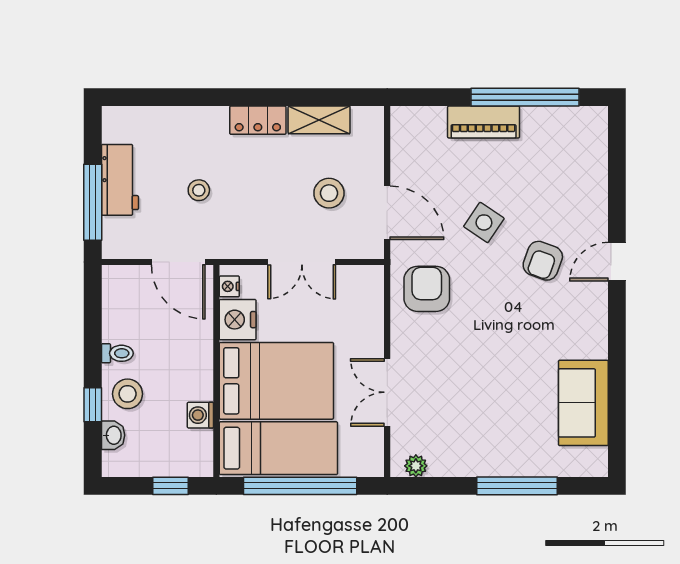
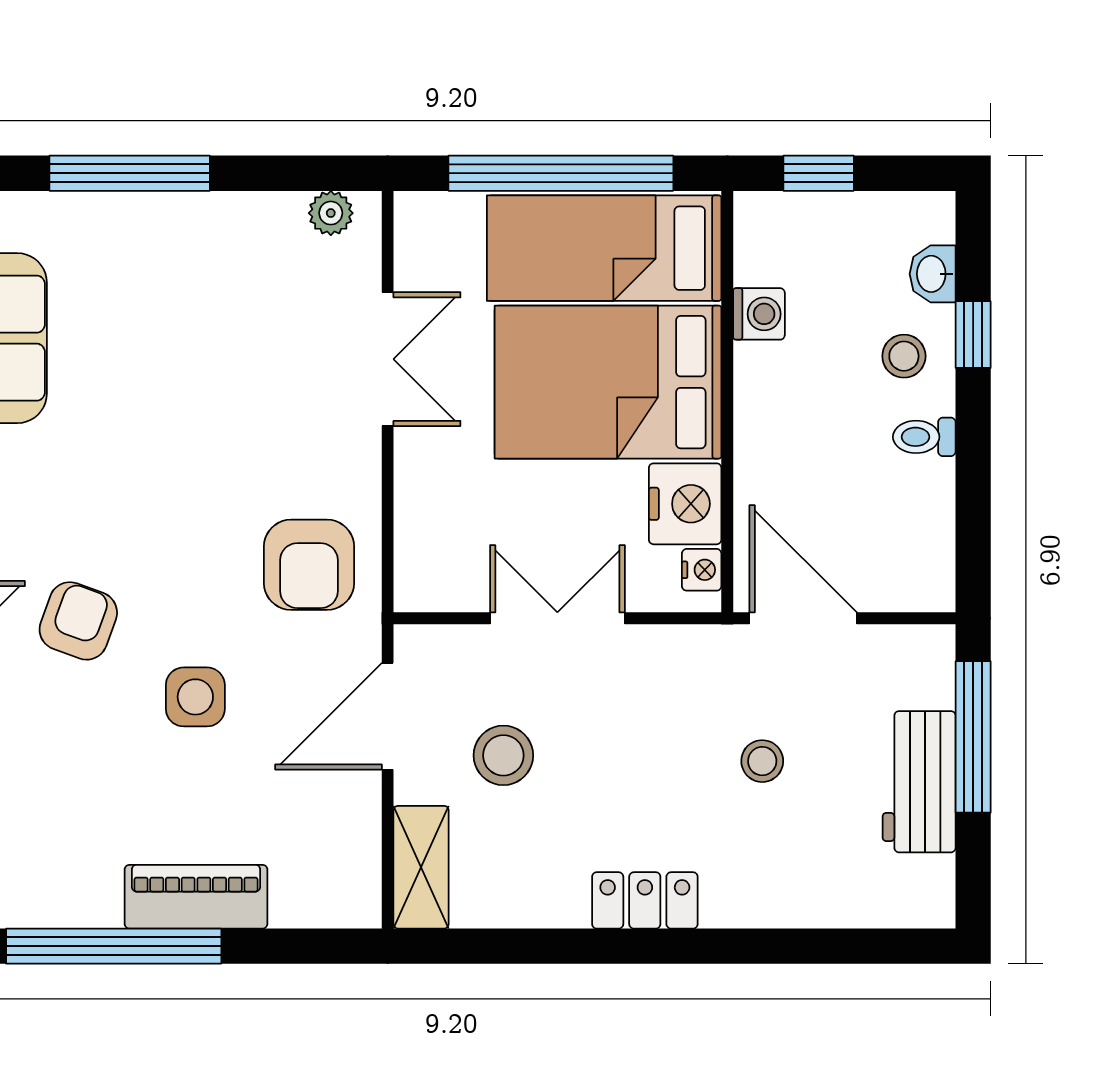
shelving: (319, 120) -> (421, 867), moved, turned 90
door: (387, 213) -> (388, 716), hinge flipped
side table: (484, 222) -> (195, 697), turned -34
stool: (128, 394) -> (904, 356), width x0.73, depth x0.73

